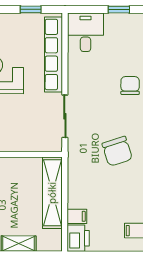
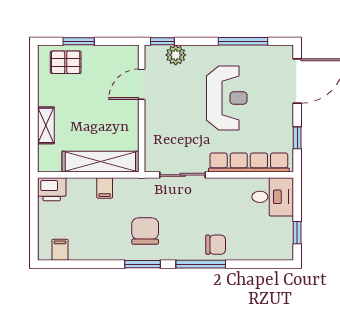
chair: (117, 151) -> (145, 231), turned 108
filing cabinet: (77, 216) -> (105, 188), moved

